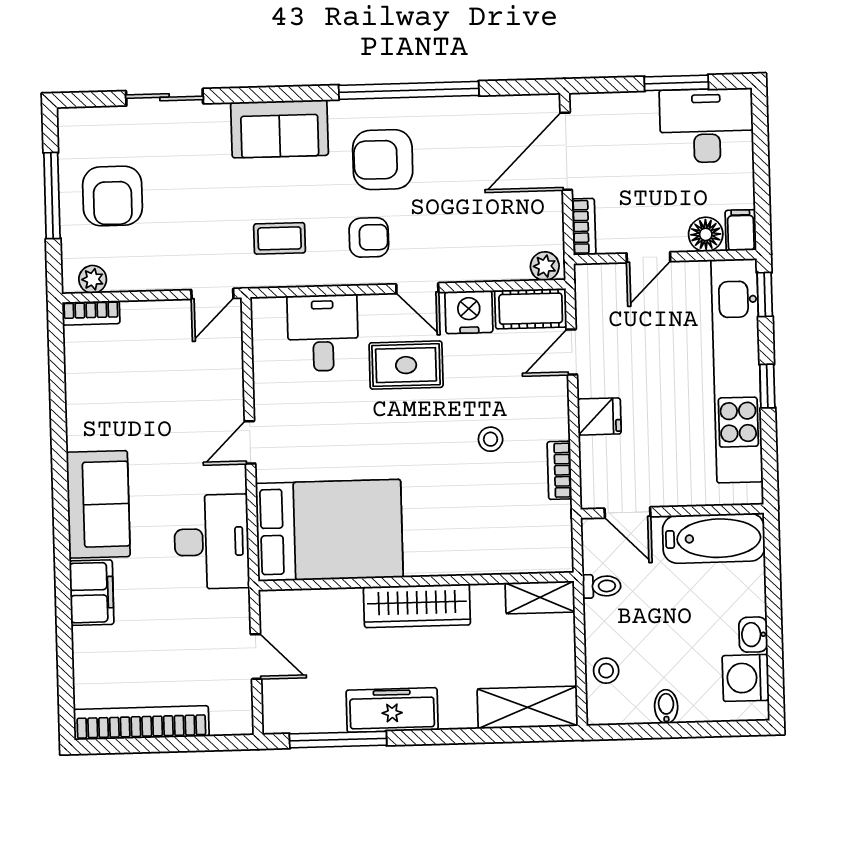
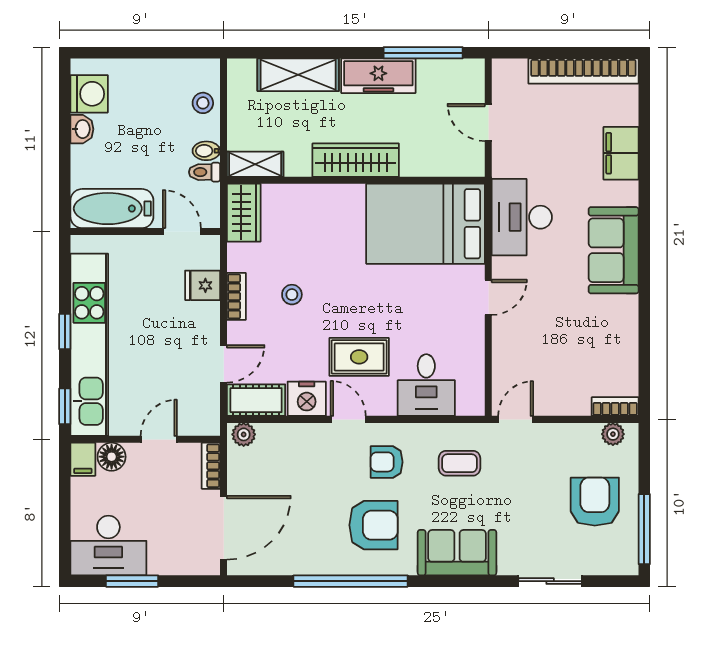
window: (52, 196) -> (644, 529), moved
fridge: (599, 416) -> (203, 285), moved
bookcase: (559, 470) -> (236, 296), moved
wardrobe: (552, 538) -> (244, 213), added
filing cabinet: (92, 593) -> (621, 153), moved
shelving: (528, 707) -> (298, 75), moved
bidet: (666, 707) -> (206, 151), moved, turned 90

